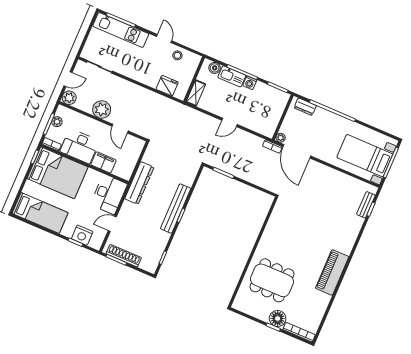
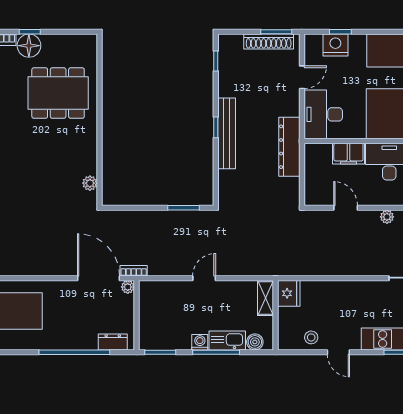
fridge: (167, 86) -> (289, 293), moved, turned -90
plant: (102, 109) -> (387, 217), width x0.53, depth x0.53
plant: (276, 214) -> (90, 183), added

